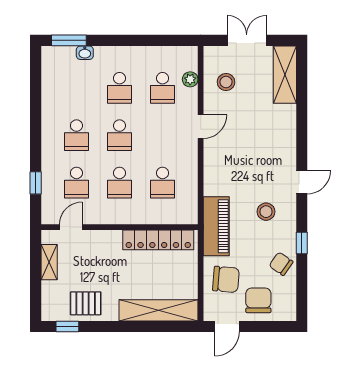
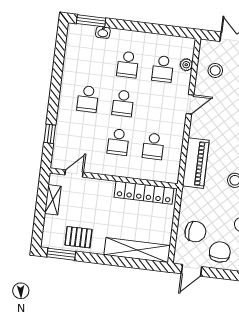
school desk: (76, 183) -> (83, 138), removed
piano: (216, 226) -> (196, 163), moved
window: (67, 327) -> (61, 254), width x1.50

